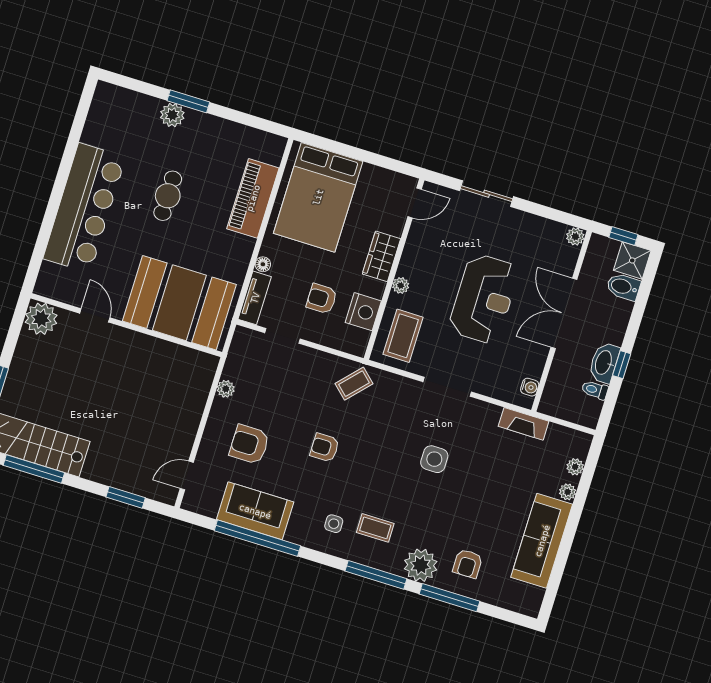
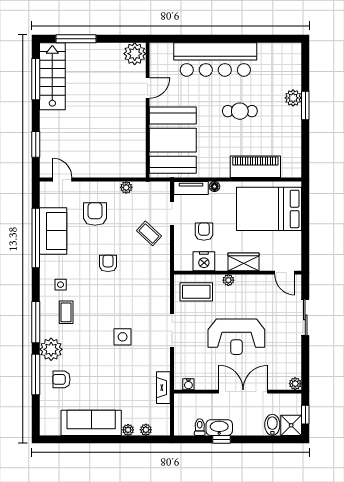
coffee table: (354, 384) -> (149, 233), moved

